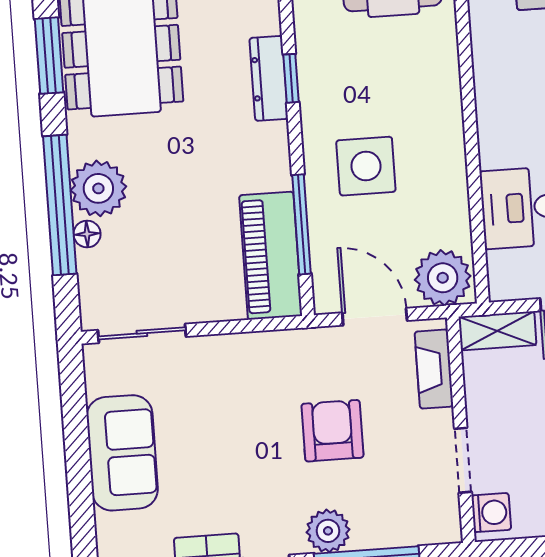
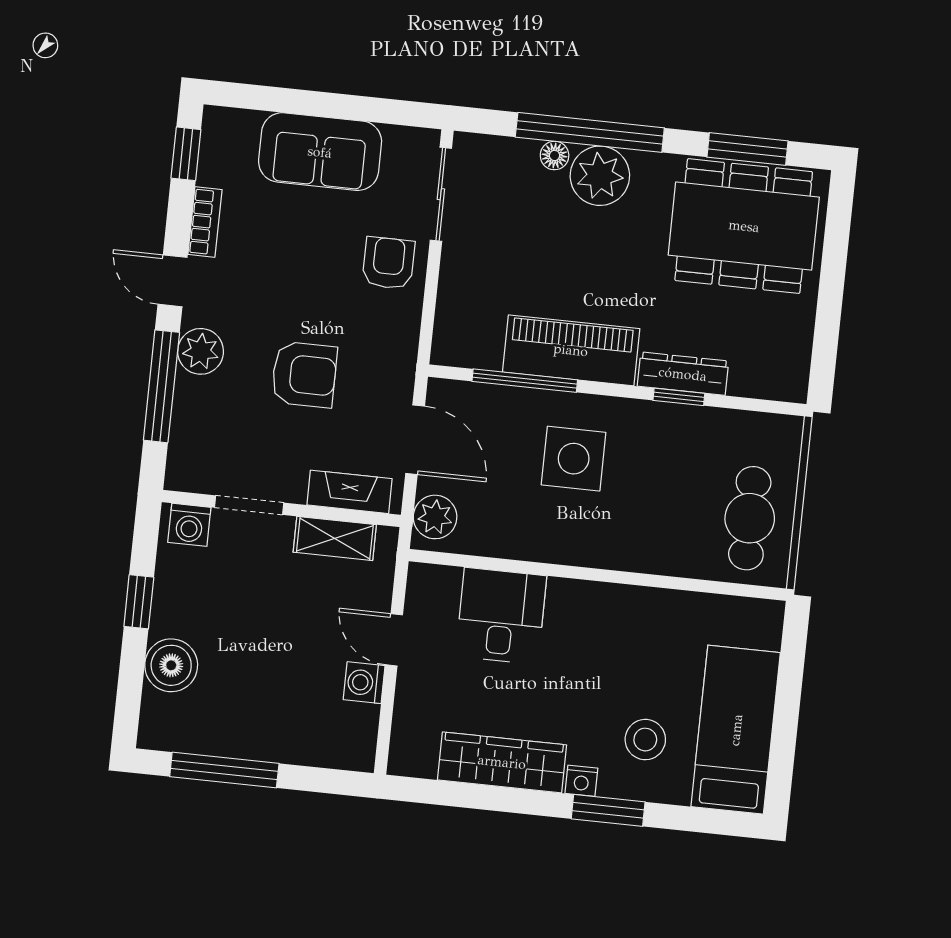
piano: (271, 256) -> (571, 350), moved
plant: (443, 278) -> (435, 517), width x0.73, depth x0.73
door: (375, 317) -> (415, 440), hinge flipped
shelving: (497, 331) -> (335, 538), moved, turned 90
armchair: (215, 371) -> (388, 263), added

